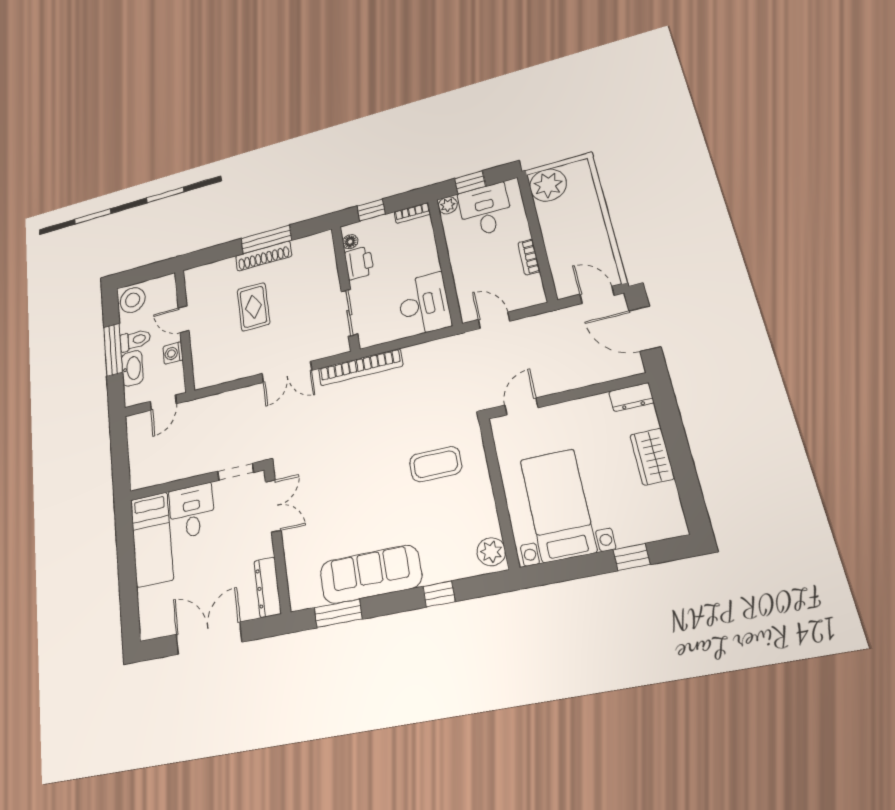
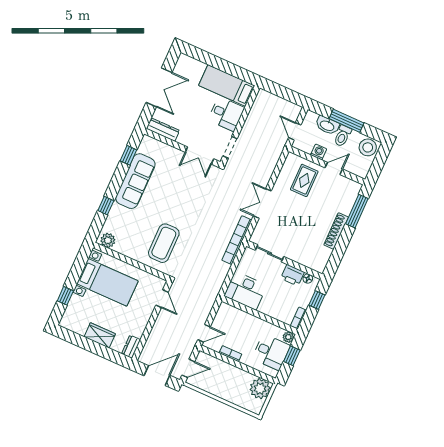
window: (266, 239) -> (357, 211), moved
rug: (253, 307) -> (304, 180), moved, turned 90
door: (494, 320) -> (204, 333), moved
coffee table: (436, 464) -> (164, 243), width x1.36, depth x1.32
window: (338, 613) -> (128, 155), width x0.67

